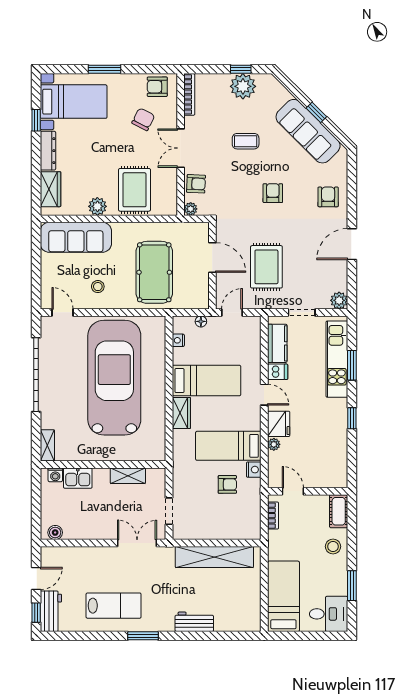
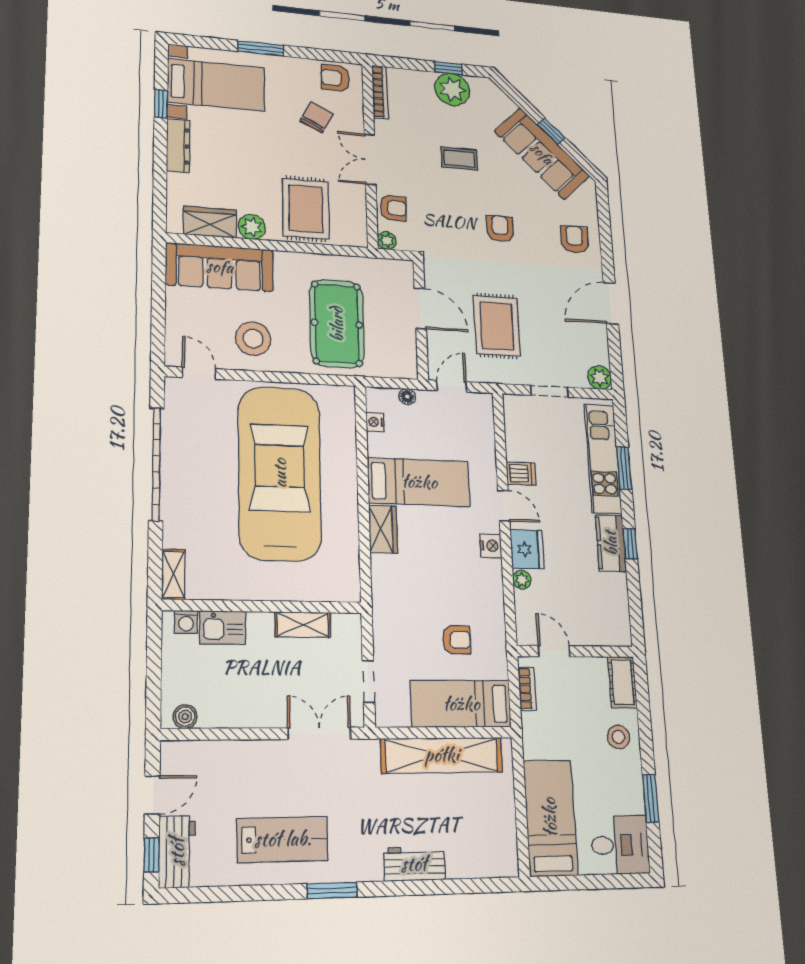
wardrobe: (50, 189) -> (210, 222), moved, turned -90
stool: (98, 287) -> (253, 339), width x1.89, depth x1.89
kitchen counter: (277, 343) -> (611, 543), moved, turned 180
bed: (228, 446) -> (461, 704), moved
nightstand: (254, 470) -> (491, 546), moved

